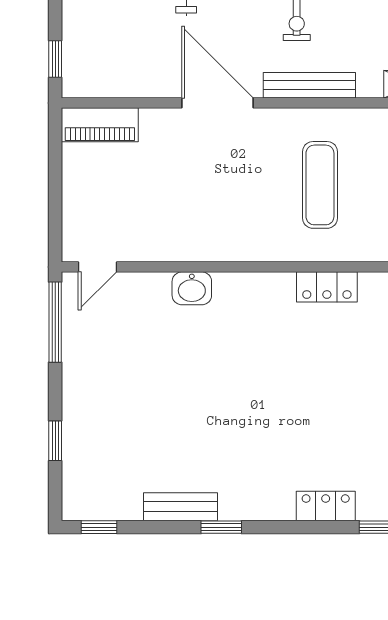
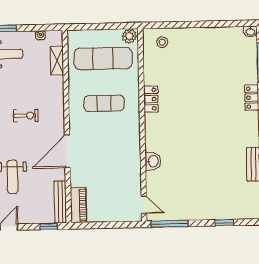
bench: (309, 85) -> (60, 202), moved

